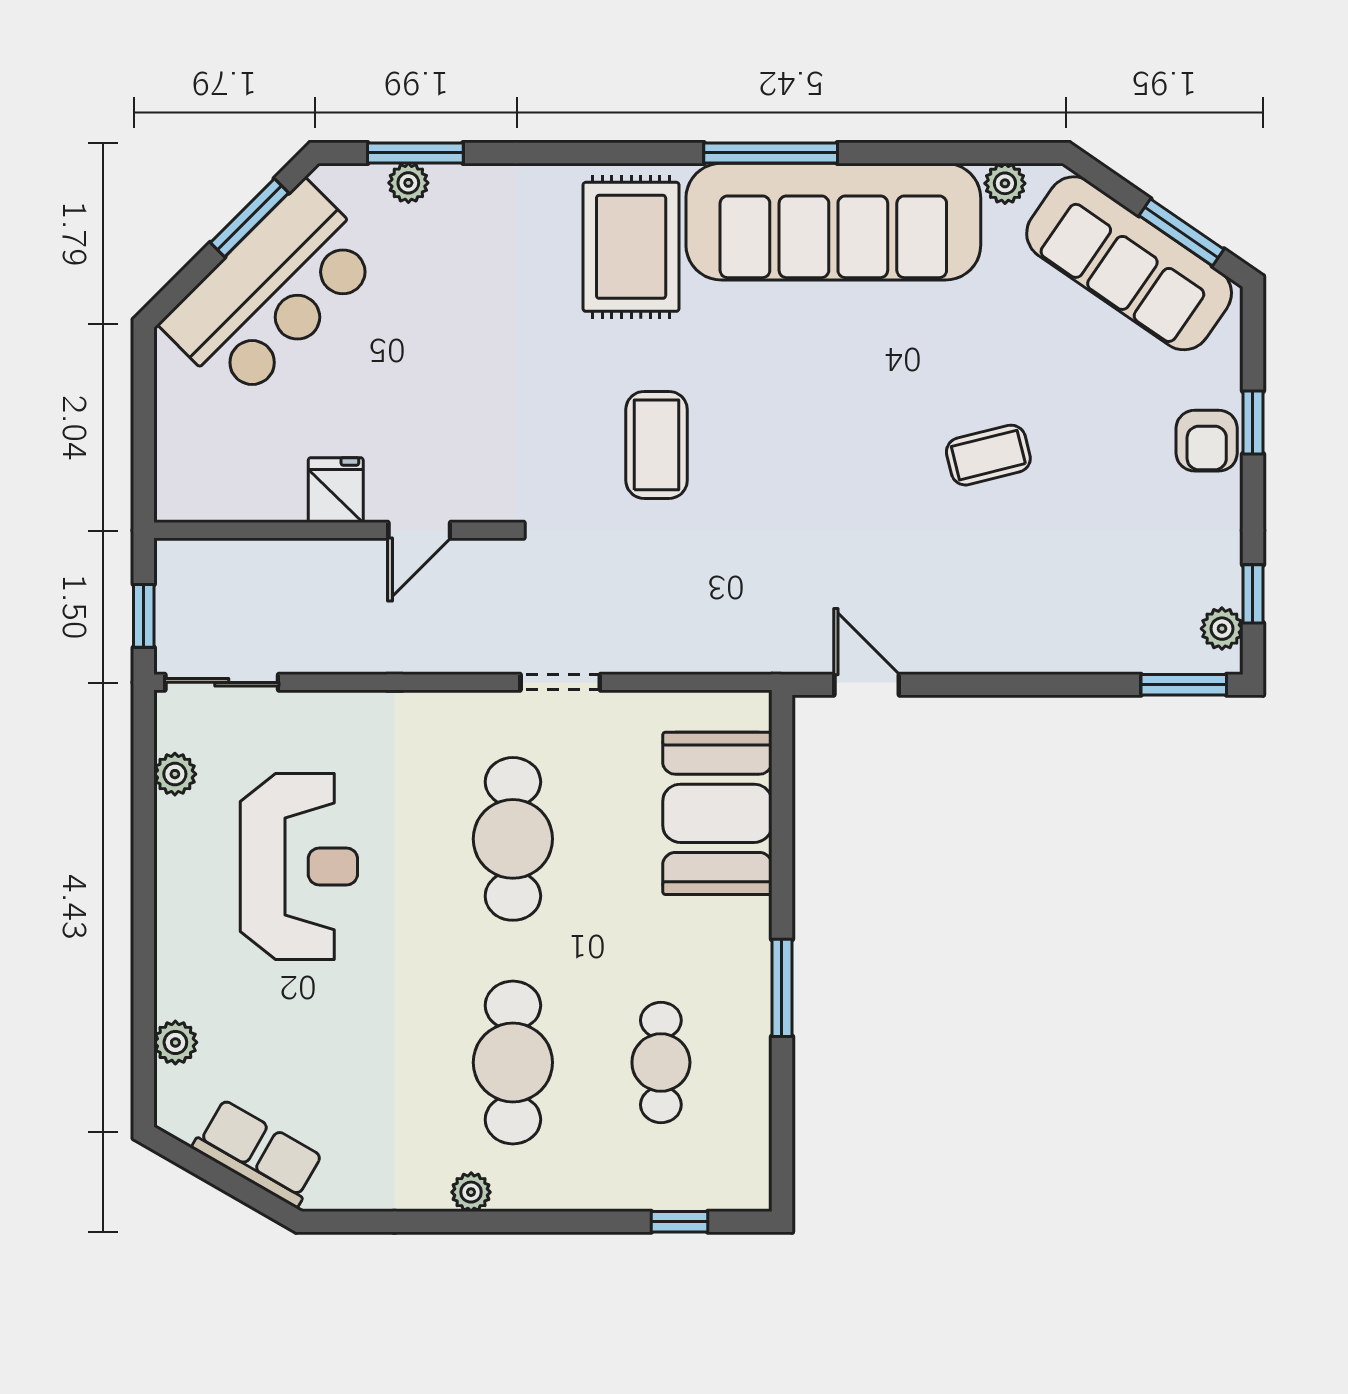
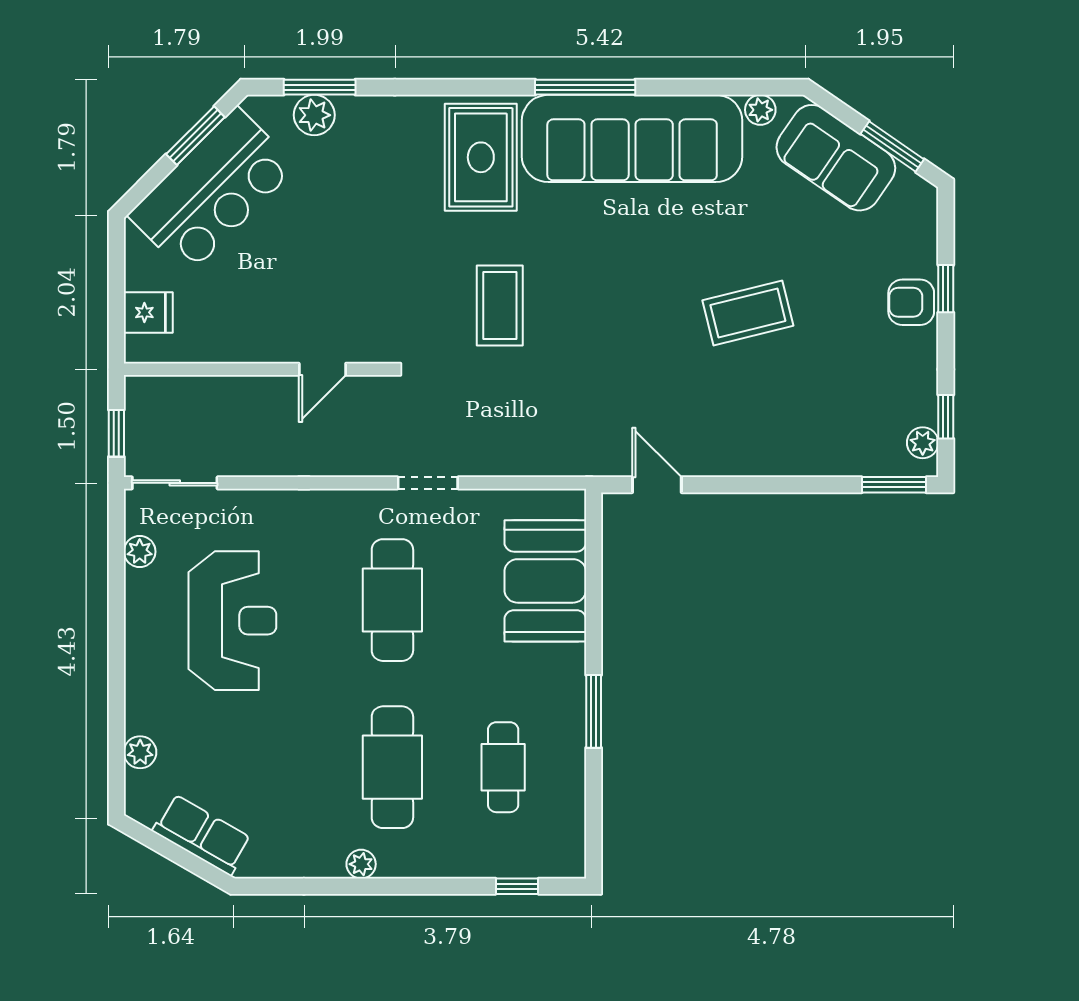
plant: (408, 183) -> (314, 115), width x1.38, depth x1.38
sofa: (1129, 263) -> (836, 158), width x0.73
armchair: (1207, 441) -> (911, 302), turned 90
coffee table: (988, 455) -> (748, 313), width x1.36, depth x1.30
fridge: (336, 490) -> (148, 312), moved, turned 90

